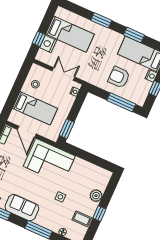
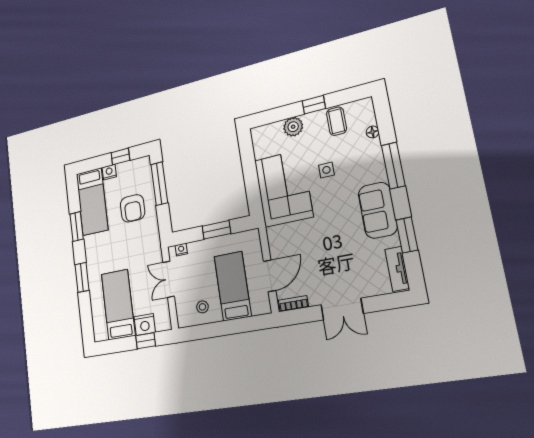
window: (67, 129) -> (216, 230), moved
corner sofa: (49, 161) -> (284, 188), moved

